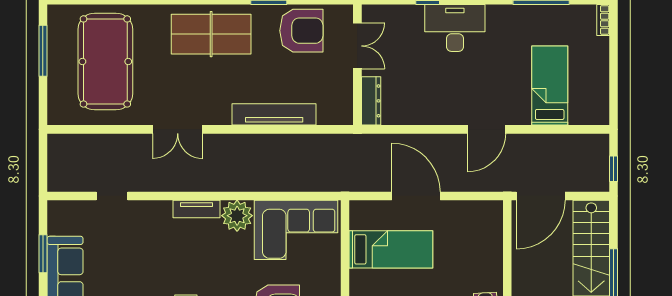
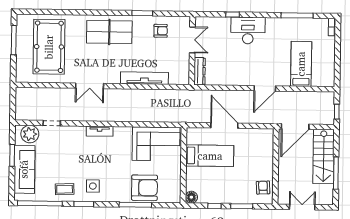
armchair: (301, 31) -> (161, 31), width x0.53, depth x0.53
plant: (237, 216) -> (30, 134), moved

